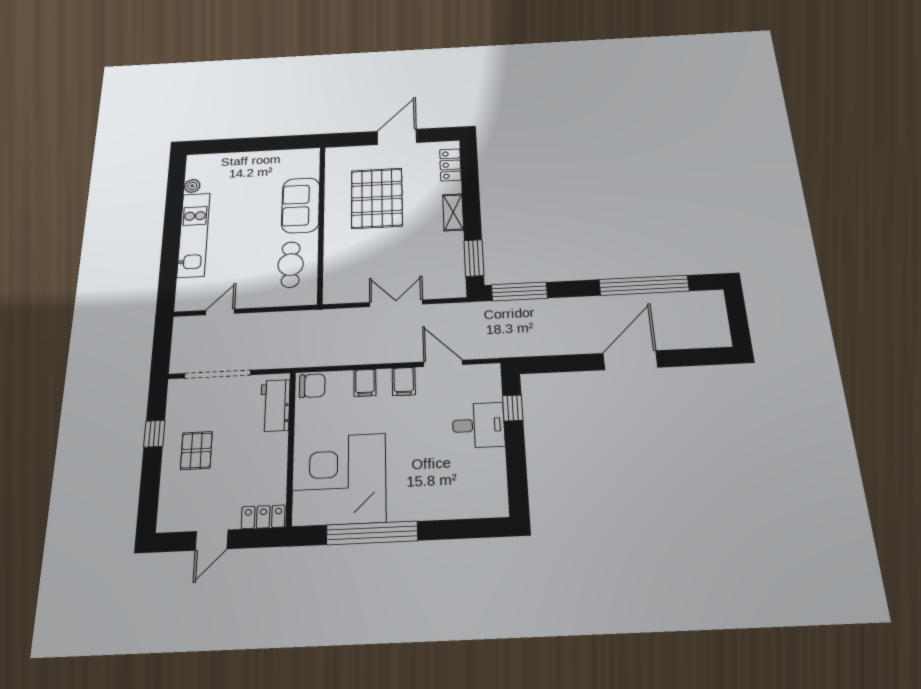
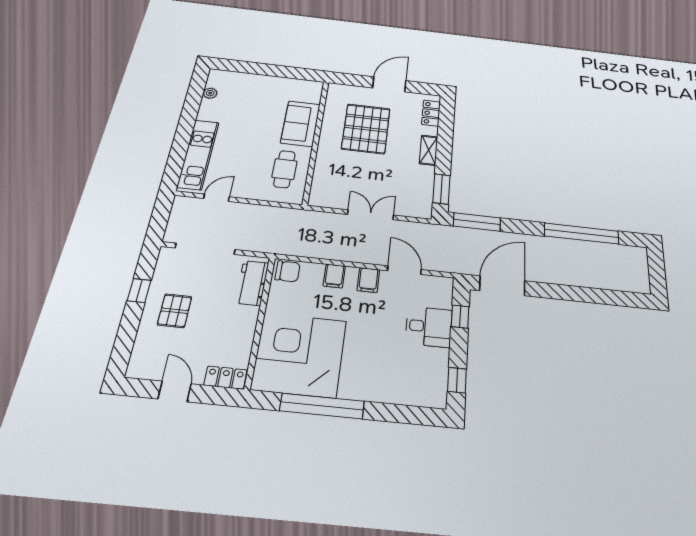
kitchen unit: (194, 235) -> (198, 154), moved
door: (630, 360) -> (502, 286), moved
window: (517, 482) -> (457, 380), added
door: (212, 540) -> (175, 391), swing flipped

